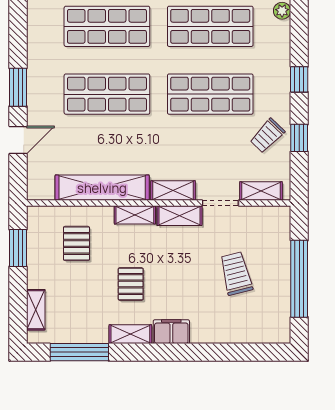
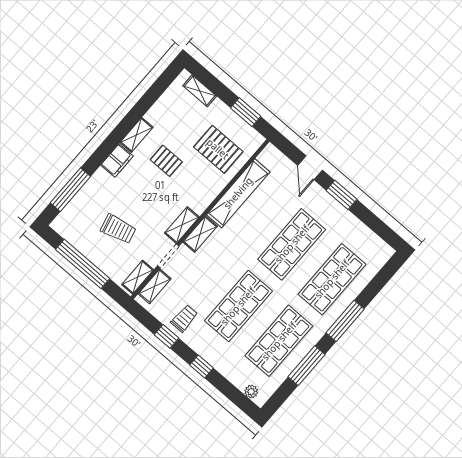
trolley: (267, 136) -> (184, 318), turned 46
shelving: (135, 215) -> (138, 277), moved
pallet: (76, 243) -> (218, 149), width x1.50, depth x1.42
window: (79, 352) -> (70, 190), moved

